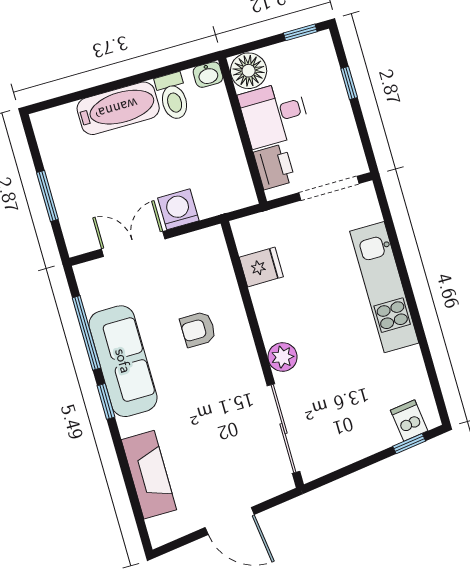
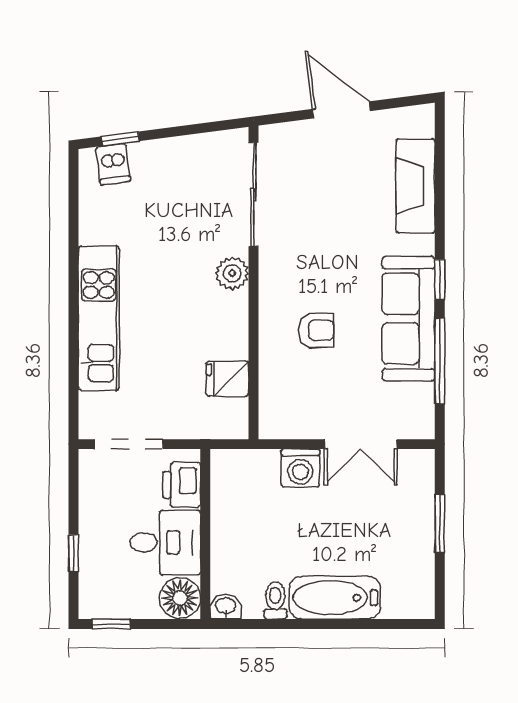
toilet: (173, 97) -> (275, 601), width x0.73, depth x0.72

